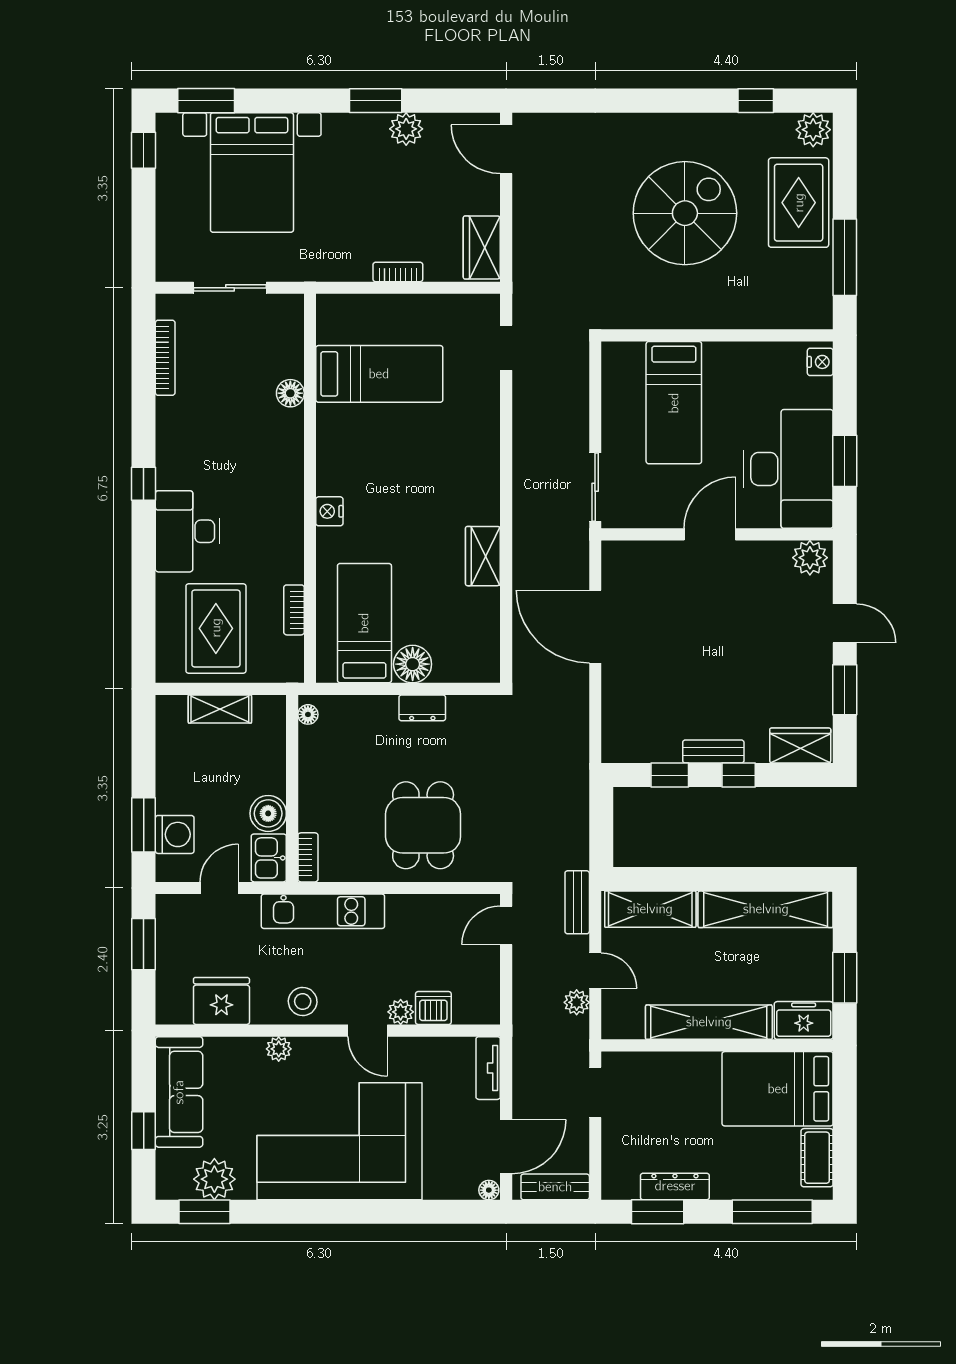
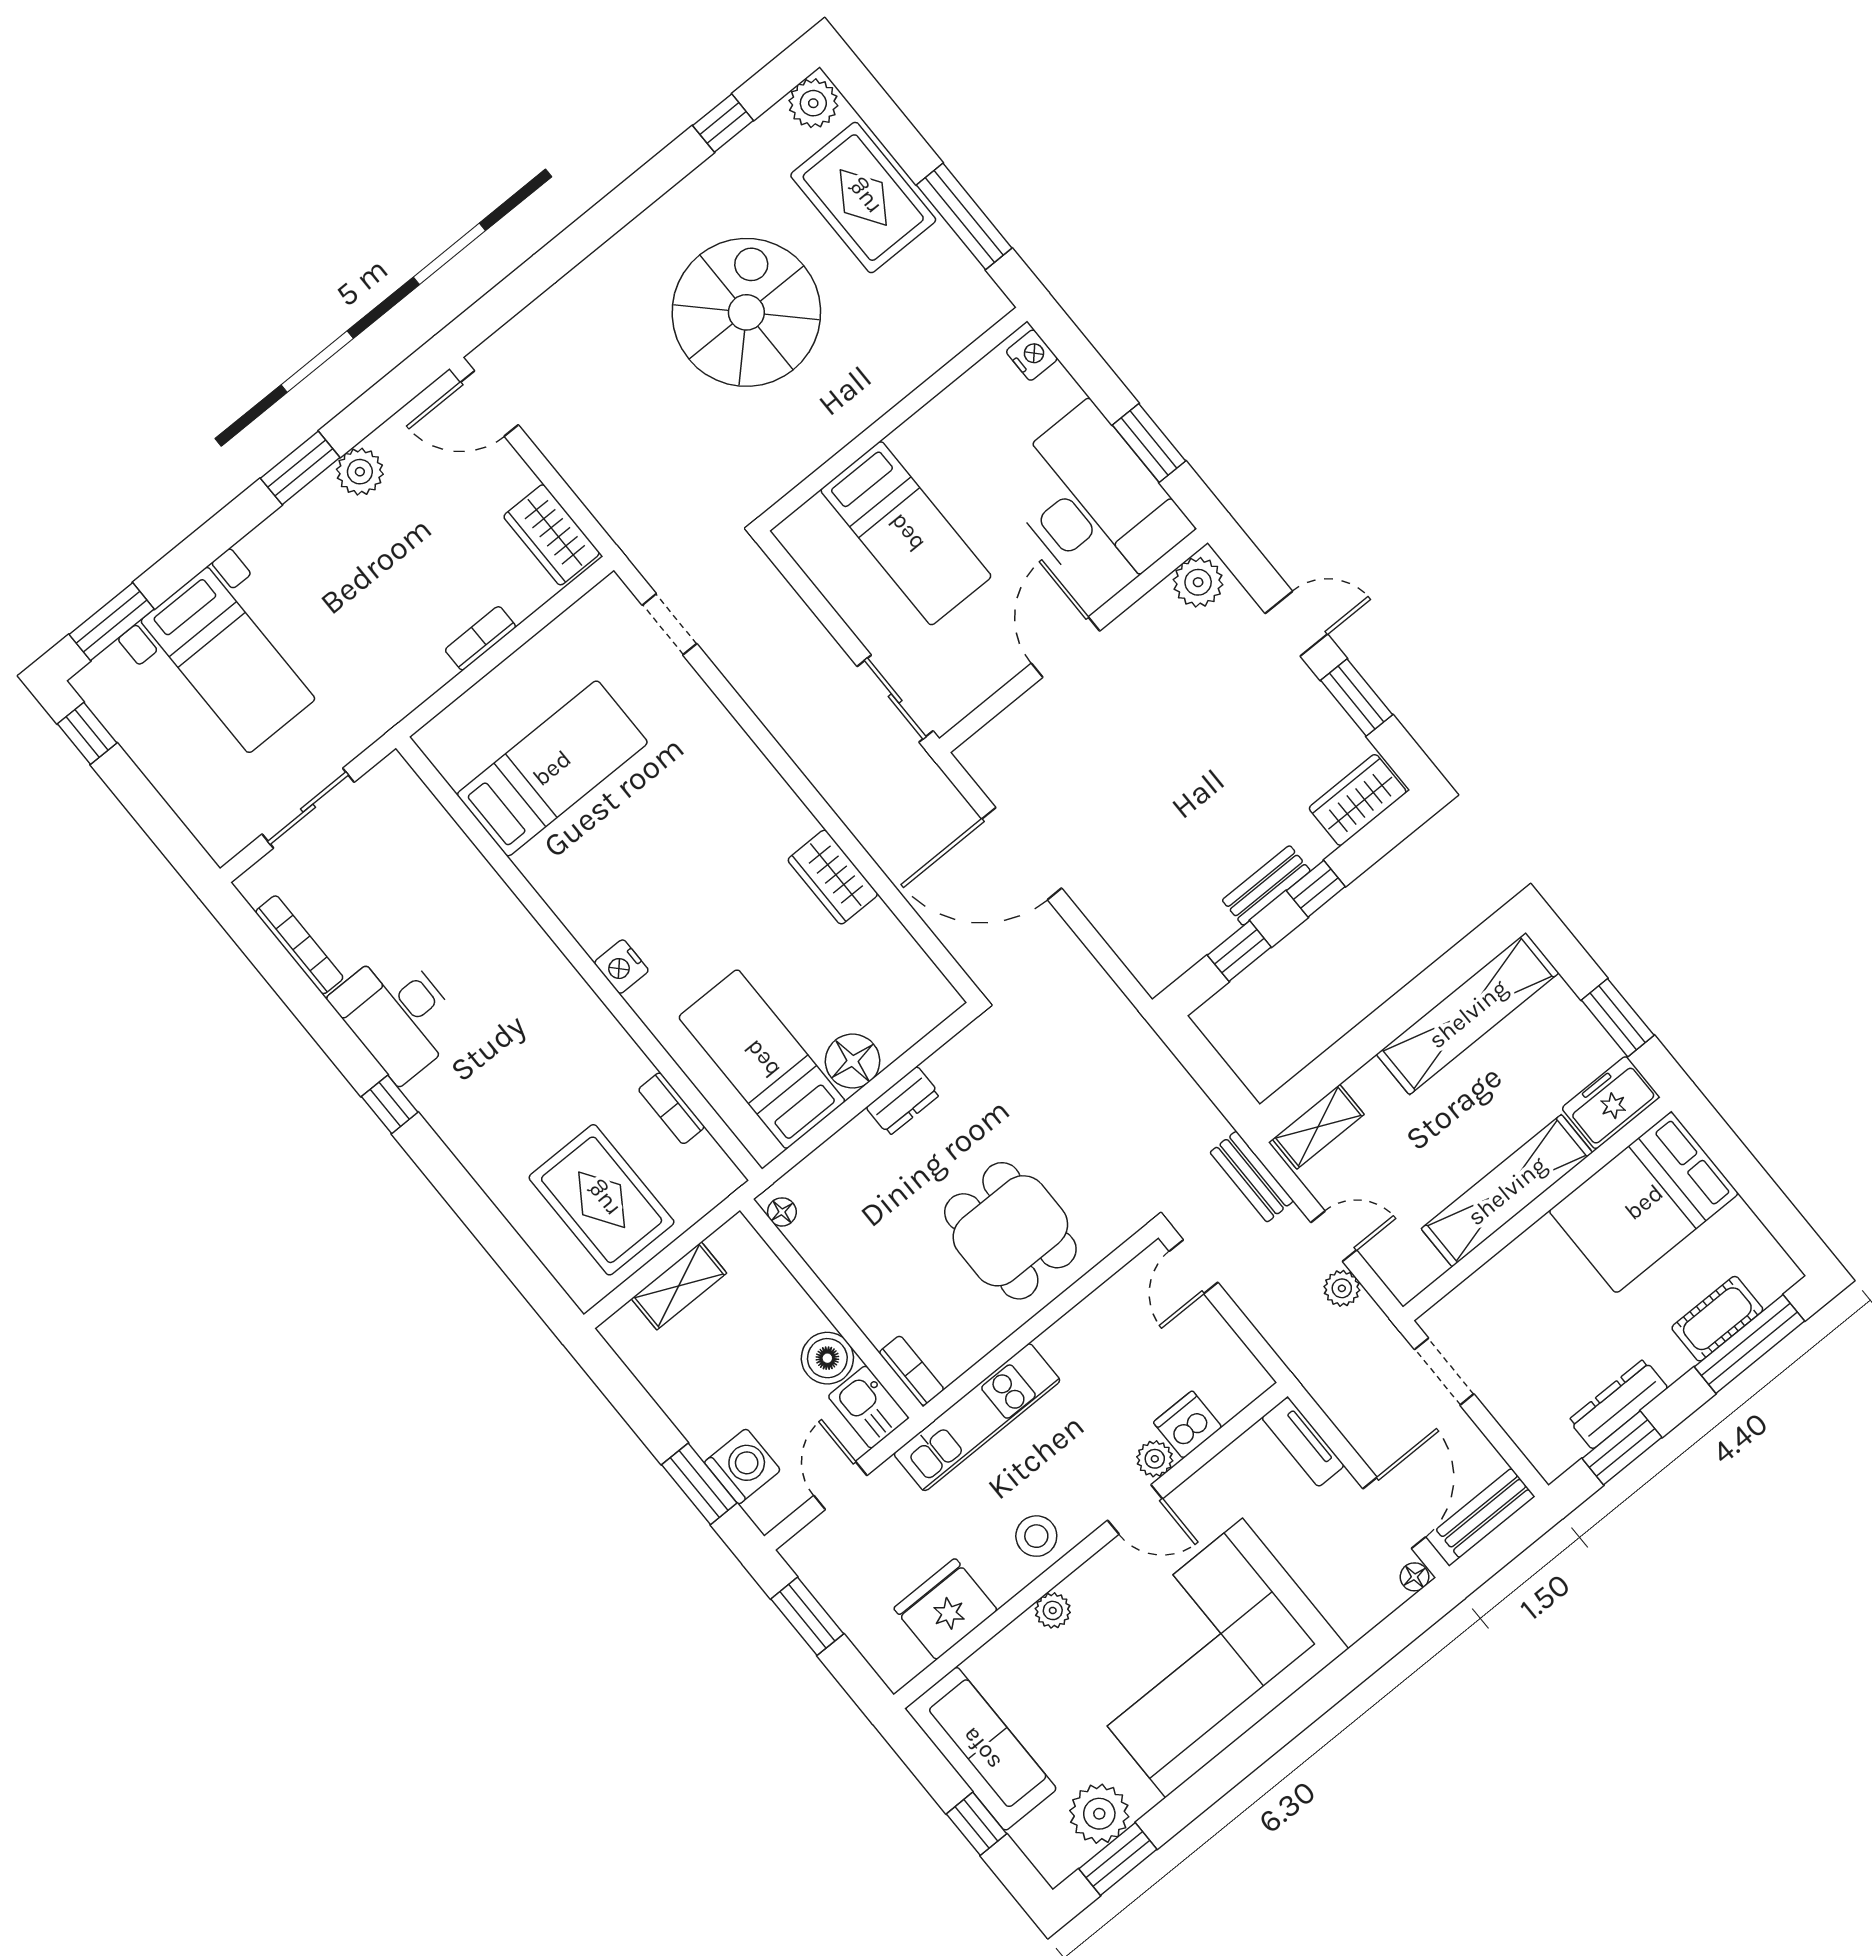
bed with nightstands: (252, 172) -> (228, 660), width x0.73
floor lamp: (290, 393) -> (471, 871), removed
desk: (187, 531) -> (398, 1014), moved
shelving: (650, 909) -> (1318, 1127), width x0.67, depth x0.75
cot: (817, 1158) -> (1717, 1319), moved, turned 90

